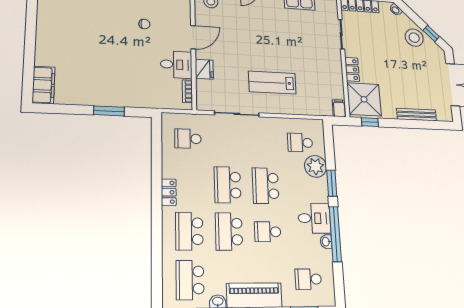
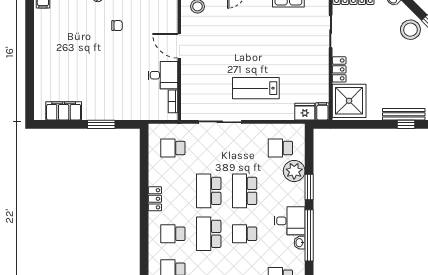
chair: (144, 24) -> (117, 26), moved
door: (193, 37) -> (179, 46), swing flipped
fridge: (204, 69) -> (305, 112), moved, turned -90
filing cabinet: (44, 85) -> (64, 111), moved, turned -90
window: (370, 122) -> (406, 124), moved
school desk: (189, 231) -> (173, 234), width x0.54

